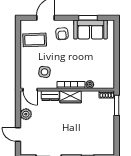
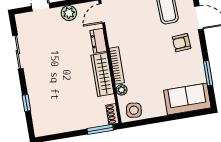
sofa: (90, 29) -> (187, 99), moved, turned 90
side table: (45, 72) -> (134, 110), moved
wardrobe: (71, 97) -> (102, 74), width x1.50

